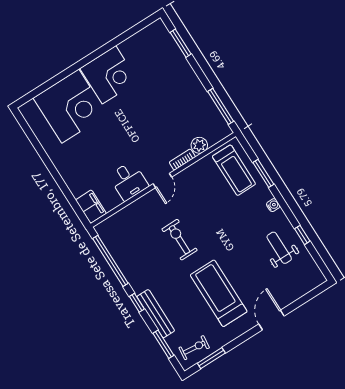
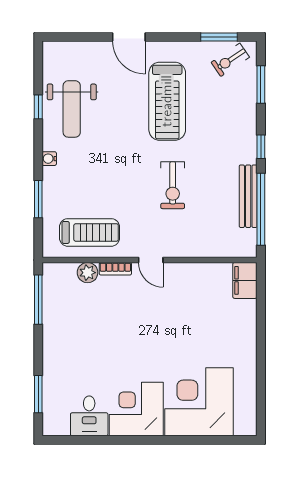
treadmill: (234, 170) -> (90, 232), moved, turned 90
door: (162, 180) -> (151, 260), swing flipped
desk: (129, 181) -> (89, 416), moved, turned 180
weight bench: (279, 248) -> (72, 109), width x1.36, depth x1.33
bench: (156, 314) -> (248, 196), moved
door: (271, 320) -> (129, 37), hinge flipped
exercise bike: (194, 348) -> (230, 60), turned -40

